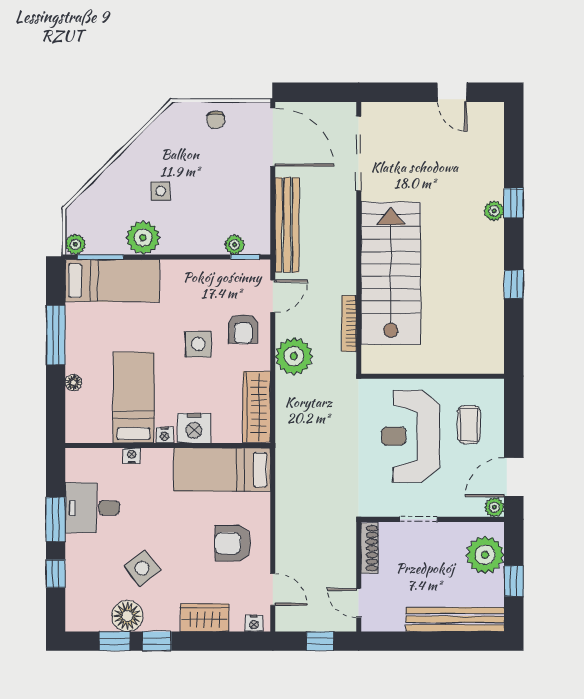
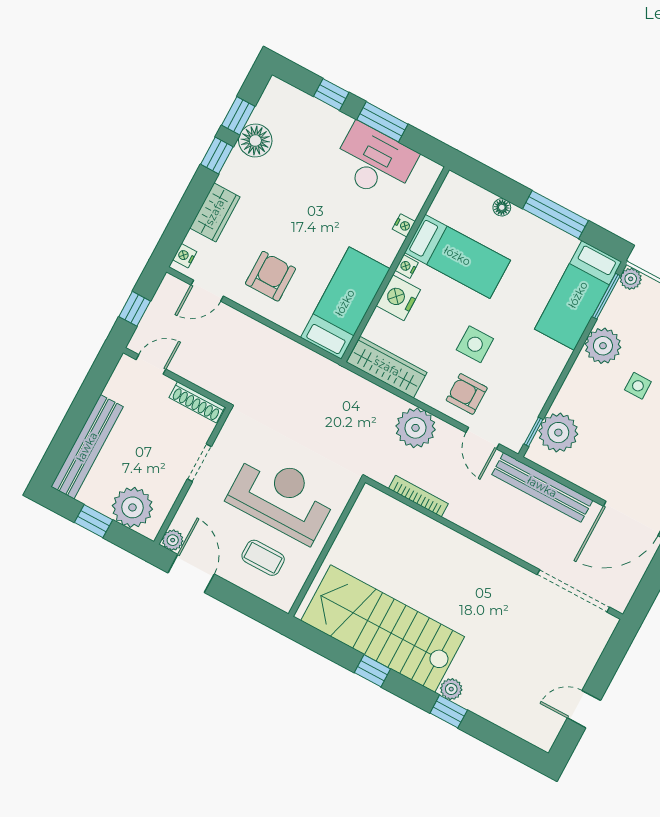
plant: (234, 245) -> (558, 433), width x1.87, depth x1.87
stairs: (391, 273) -> (383, 629), moved, turned 180
desk: (92, 508) -> (375, 162), width x1.37
side table: (142, 568) -> (293, 178), removed

